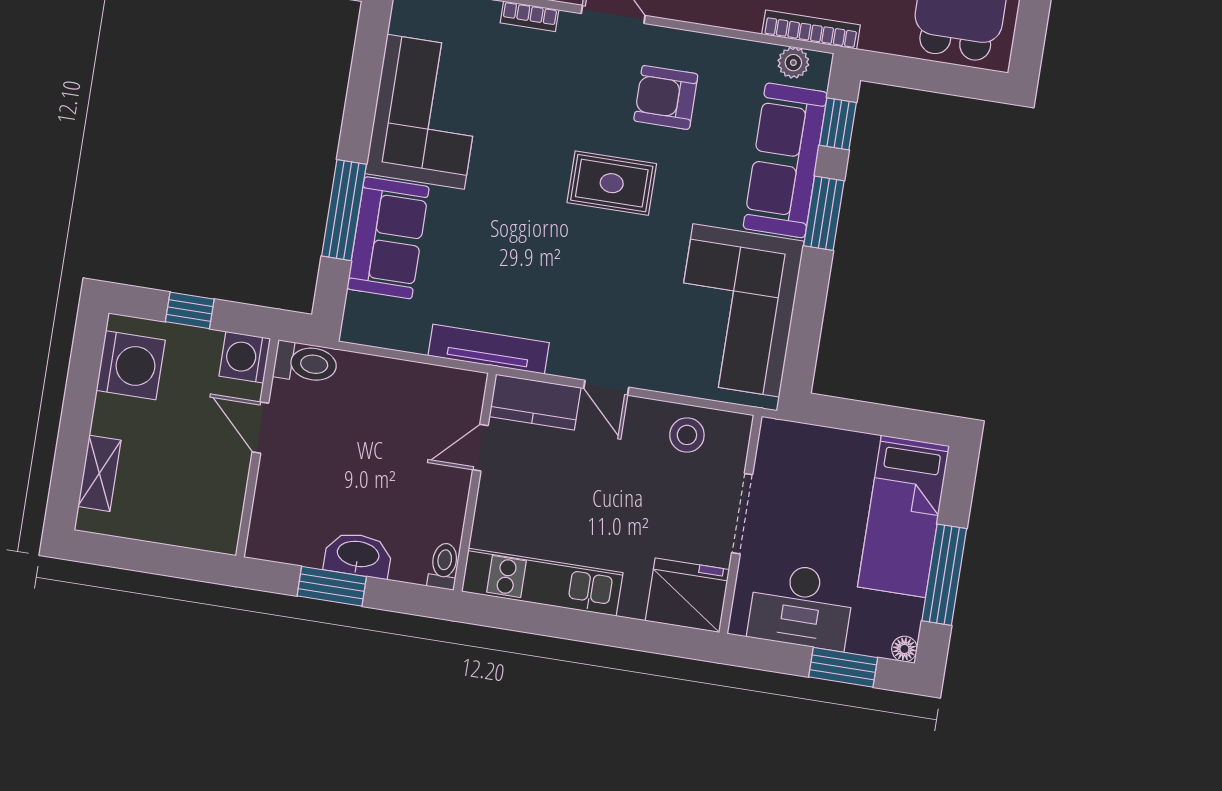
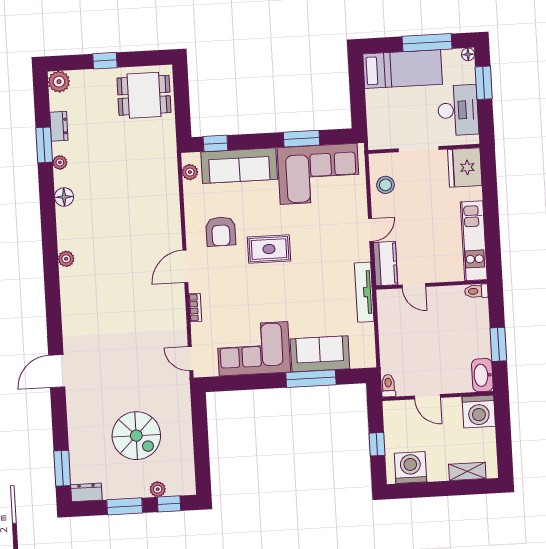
bookcase: (811, 30) -> (172, 167), removed
rug: (612, 183) -> (269, 249), turned 90
window: (824, 213) -> (301, 139), moved
washing machine: (245, 357) -> (479, 411), moved, width x1.37, depth x1.37
toilet: (306, 363) -> (388, 386), width x0.73, depth x0.72
door: (260, 428) -> (427, 397), hinge flipped
washbasin: (358, 555) -> (482, 375), moved

